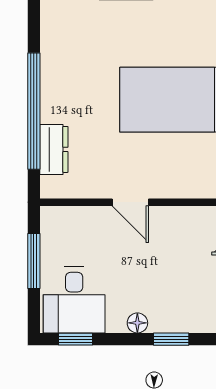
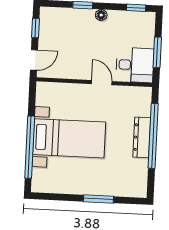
dresser: (54, 149) -> (142, 137), moved, width x1.44
desk: (74, 300) -> (135, 65), moved, turned 90

